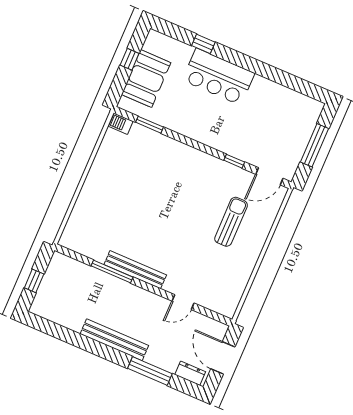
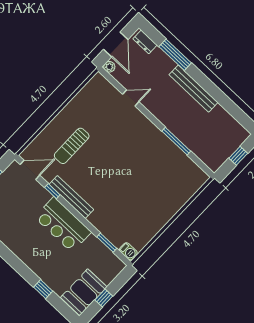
bar counter: (218, 77) -> (63, 225), moved, turned 180
booth: (146, 79) -> (84, 292), moved
bench: (135, 270) -> (71, 197), moved
plant: (221, 329) -> (109, 67), added

